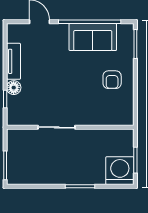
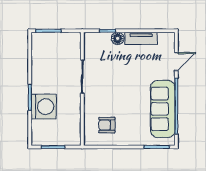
sofa: (93, 37) -> (163, 109), width x1.36
armchair: (112, 80) -> (107, 125), moved
washing machine: (120, 171) -> (44, 107), moved

